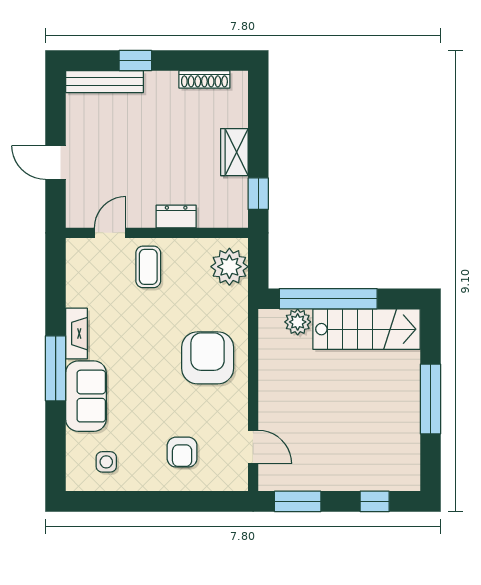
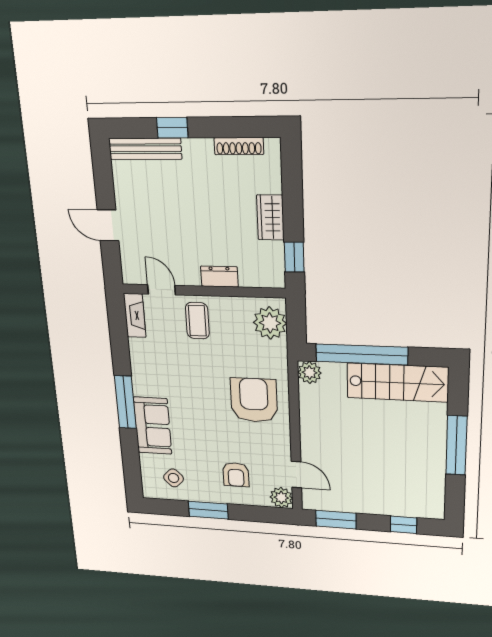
door: (110, 233) -> (162, 290), hinge flipped
plant: (298, 322) -> (310, 373), moved
fireplace: (76, 334) -> (135, 315), moved
side table: (106, 462) -> (174, 478), turned 45
plant: (235, 478) -> (281, 498), added
window: (146, 501) -> (208, 510), added

